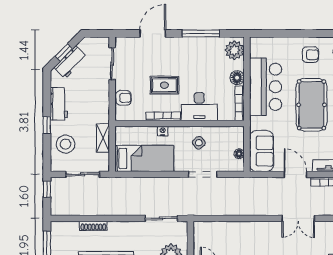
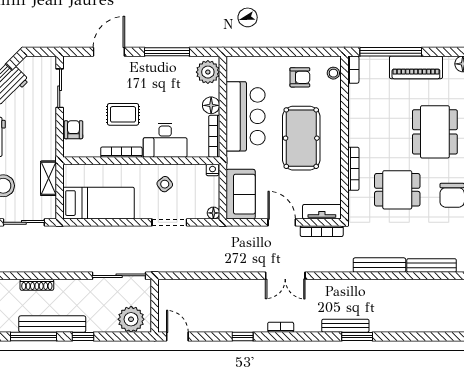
armchair: (124, 98) -> (73, 130), turned -90
nightstand: (163, 131) -> (213, 170), moved
floor lamp: (239, 154) -> (213, 213), moved
sliding door: (161, 218) -> (119, 276), width x1.37

